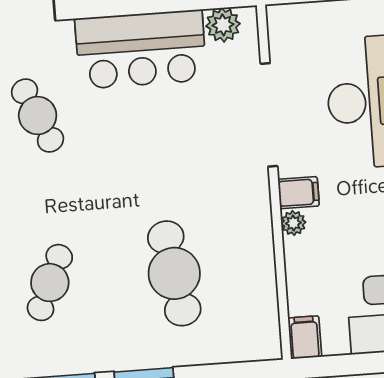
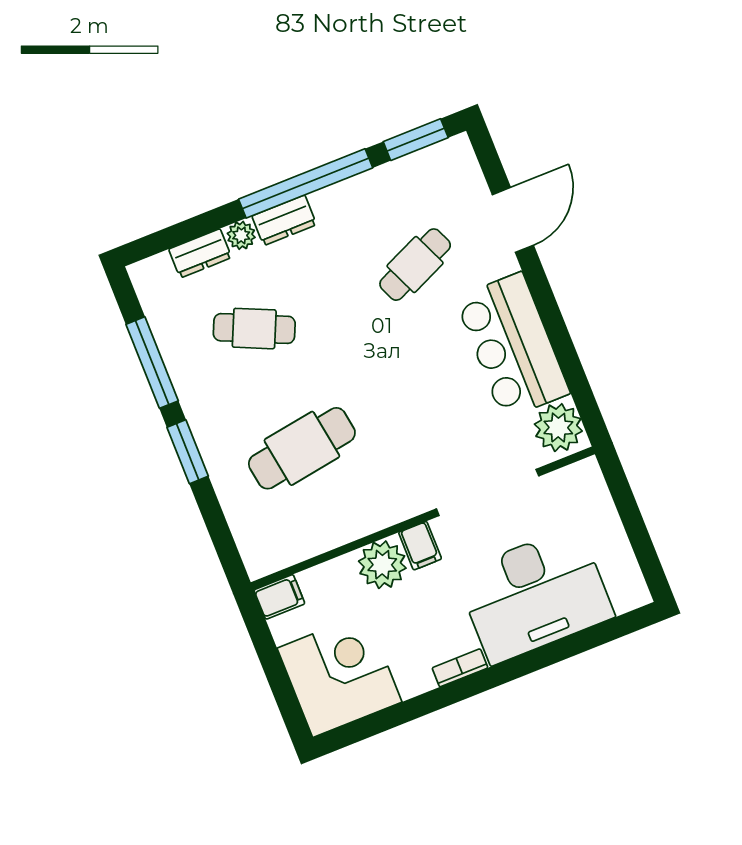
plant: (223, 25) -> (558, 428), width x1.36, depth x1.36
plant: (293, 223) -> (382, 565), width x1.87, depth x1.87

